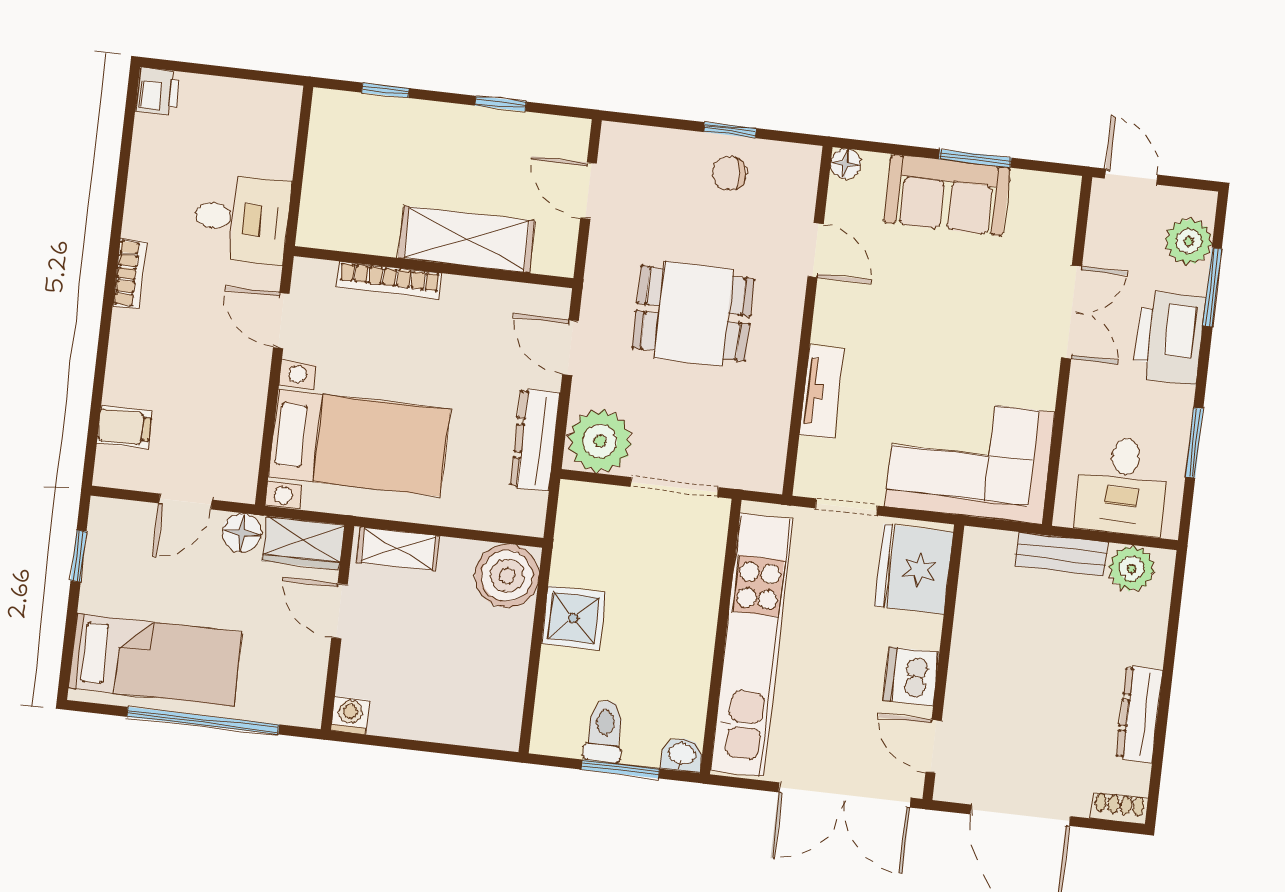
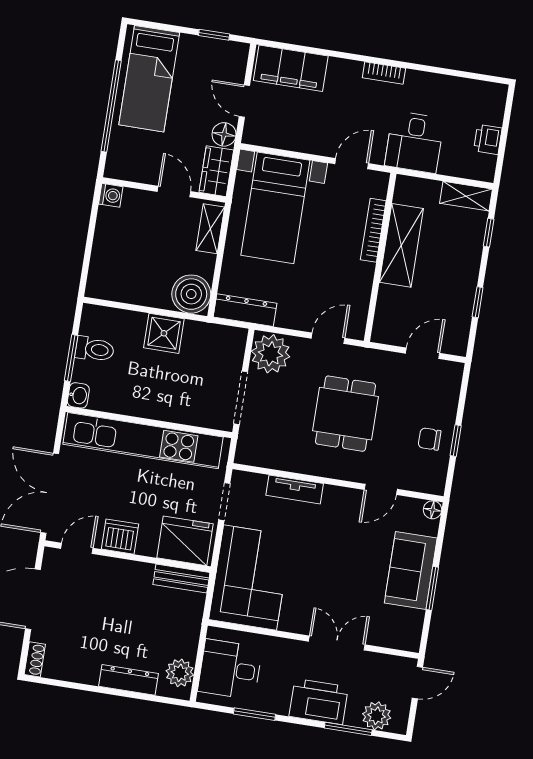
printer: (158, 92) -> (488, 139), moved, turned 90
shelving: (327, 130) -> (466, 196), added
chair: (729, 173) -> (430, 439), turned -82
shelving: (467, 239) -> (401, 245), moved
double door: (1072, 312) -> (337, 643), swing flipped
filing cabinet: (124, 427) -> (291, 68), width x3.00, depth x1.17
dresser: (535, 440) -> (245, 310), moved
bench: (1061, 554) -> (181, 578), moved, turned 90
door: (339, 611) -> (174, 192), hinge flipped
dresser: (1139, 714) -> (129, 680), moved

